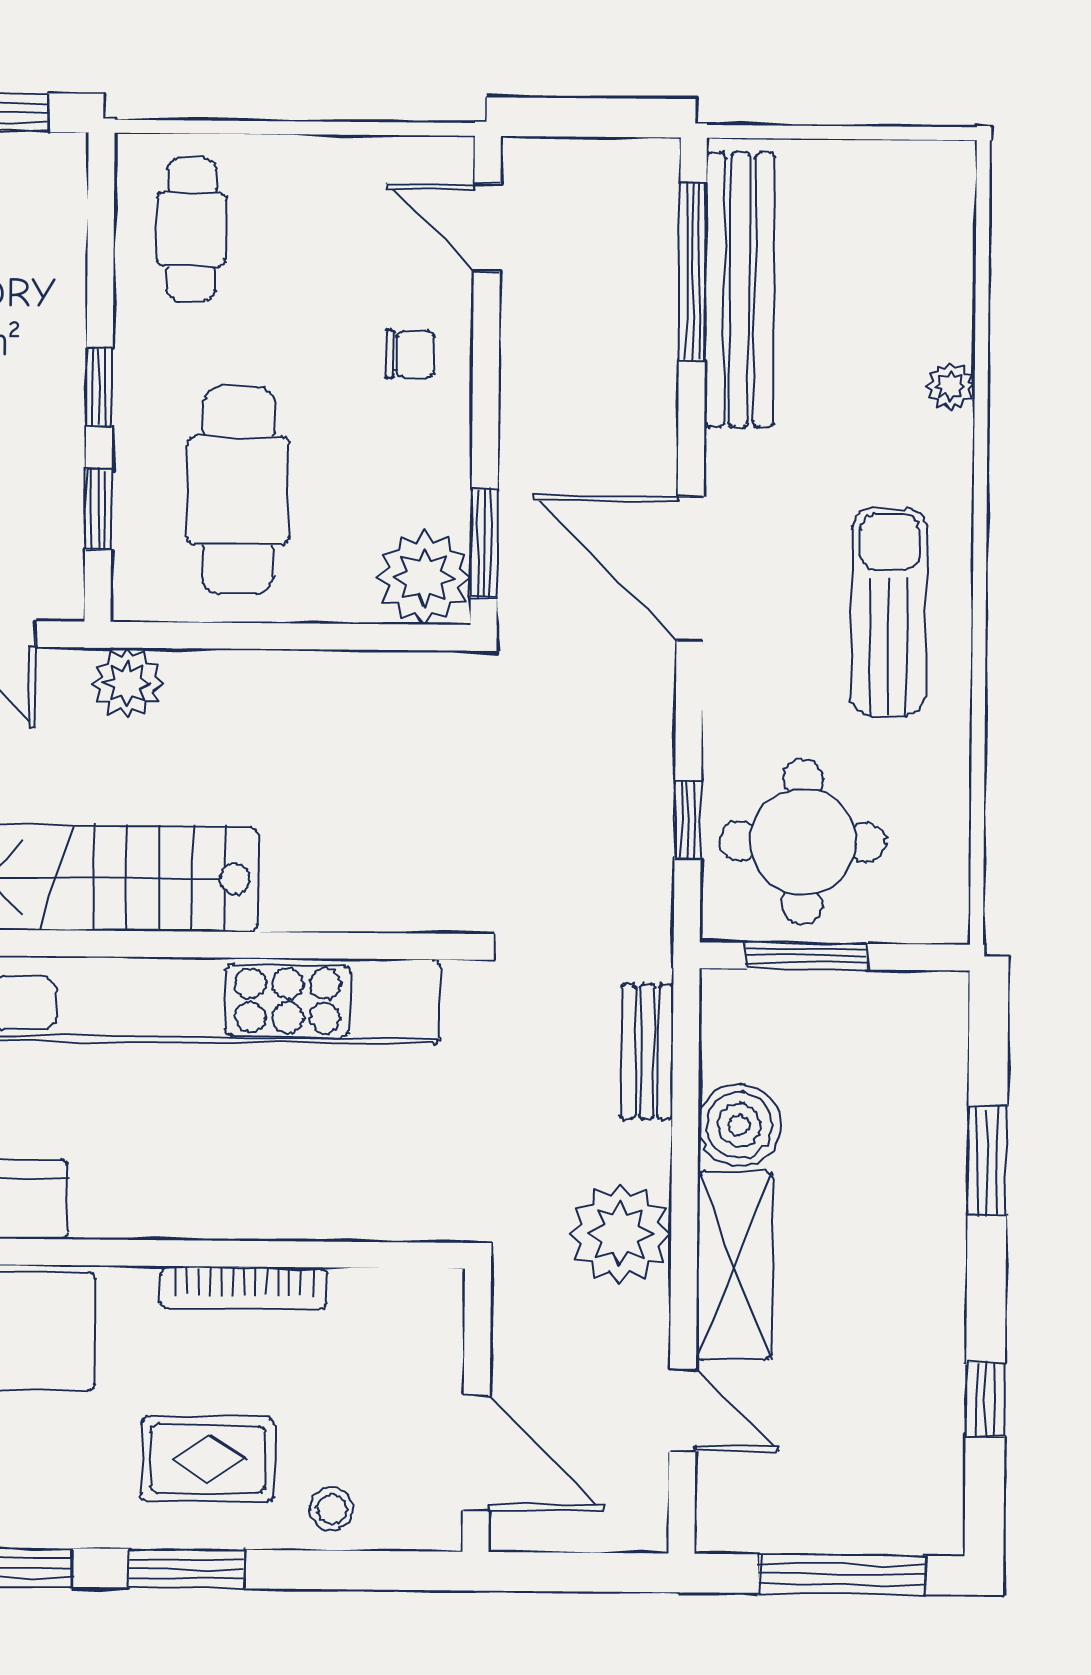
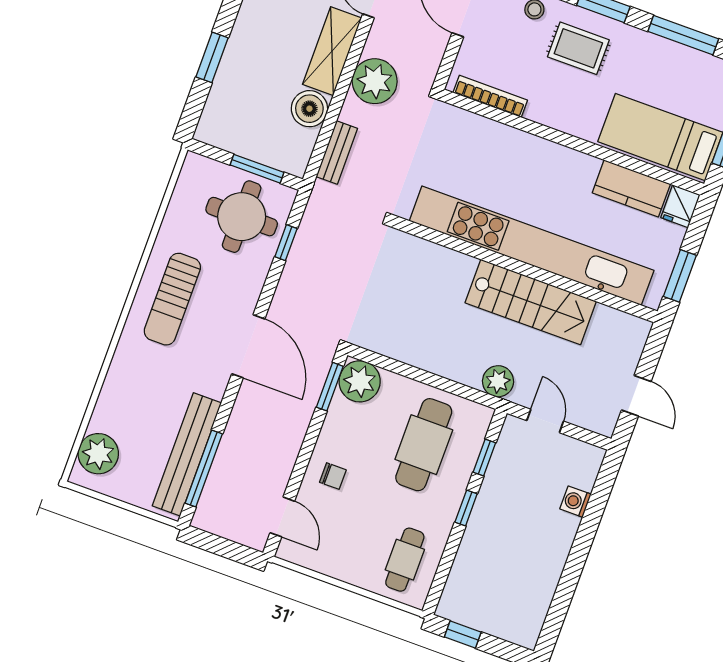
chair: (410, 354) -> (333, 476), turned 180
plant: (950, 386) -> (98, 454), moved, width x1.87, depth x1.87
bookcase: (244, 1288) -> (490, 96), moved

